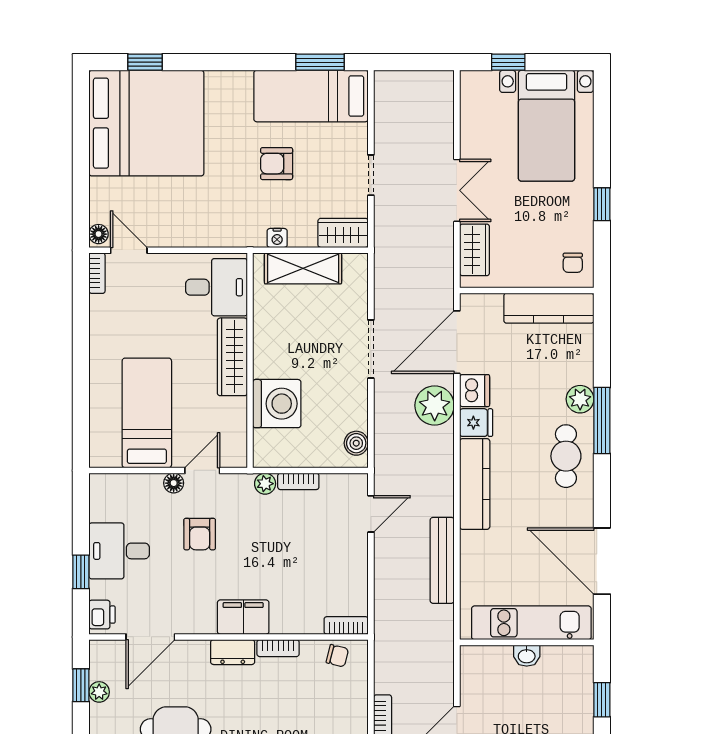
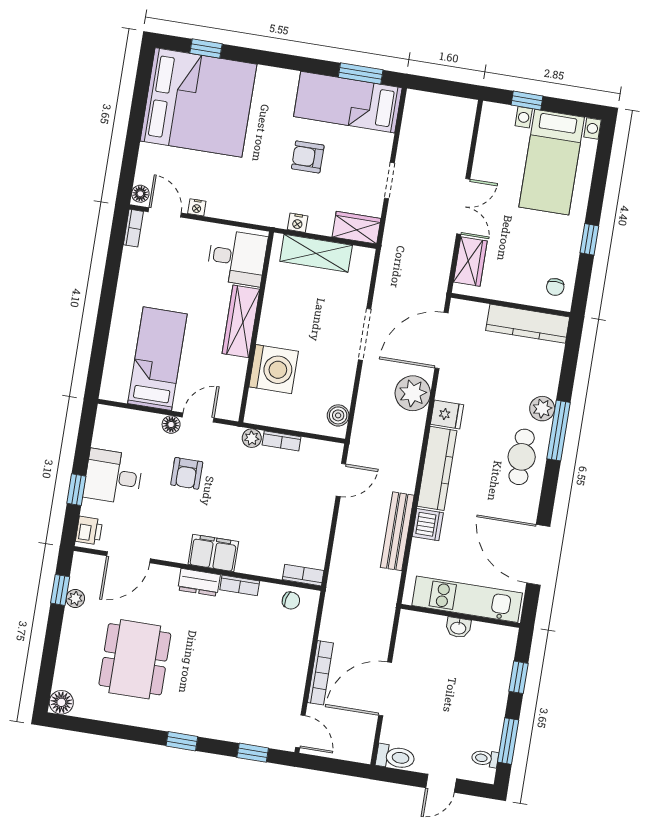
nightstand: (163, 239) -> (197, 207), added
dishwasher: (475, 391) -> (428, 525), moved

